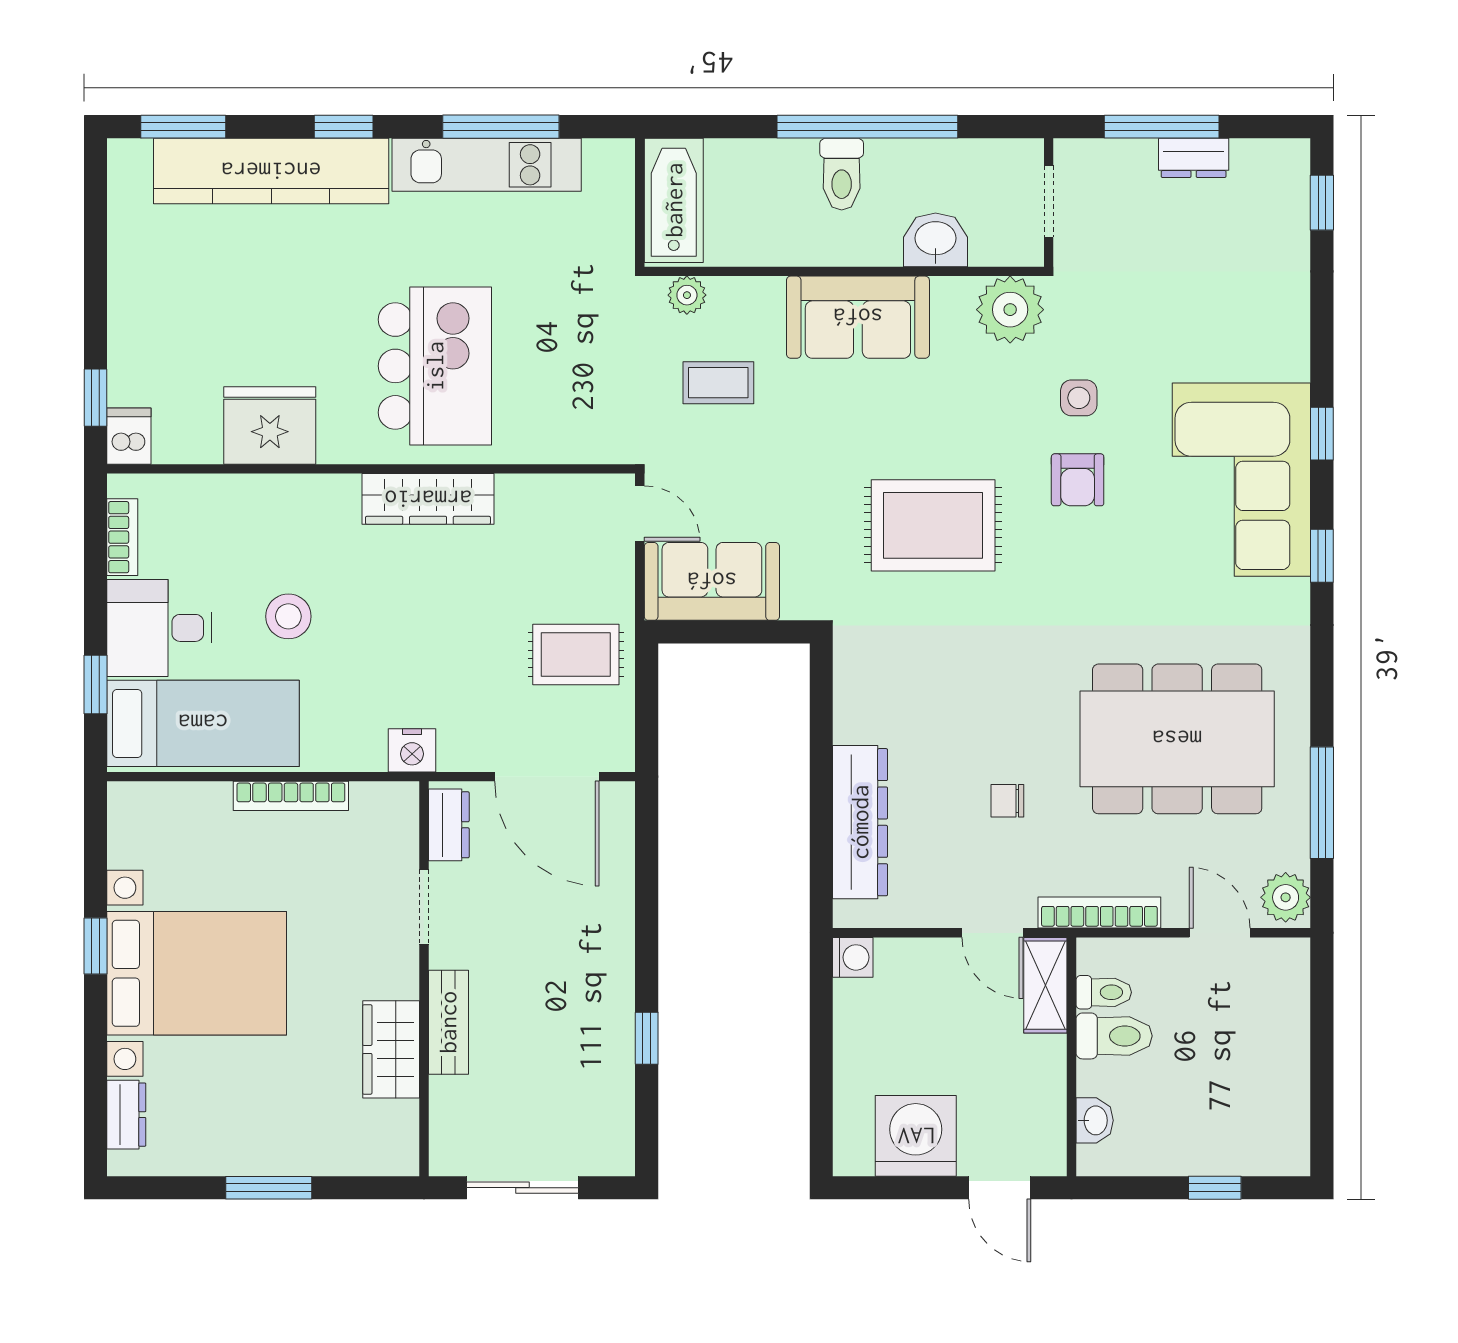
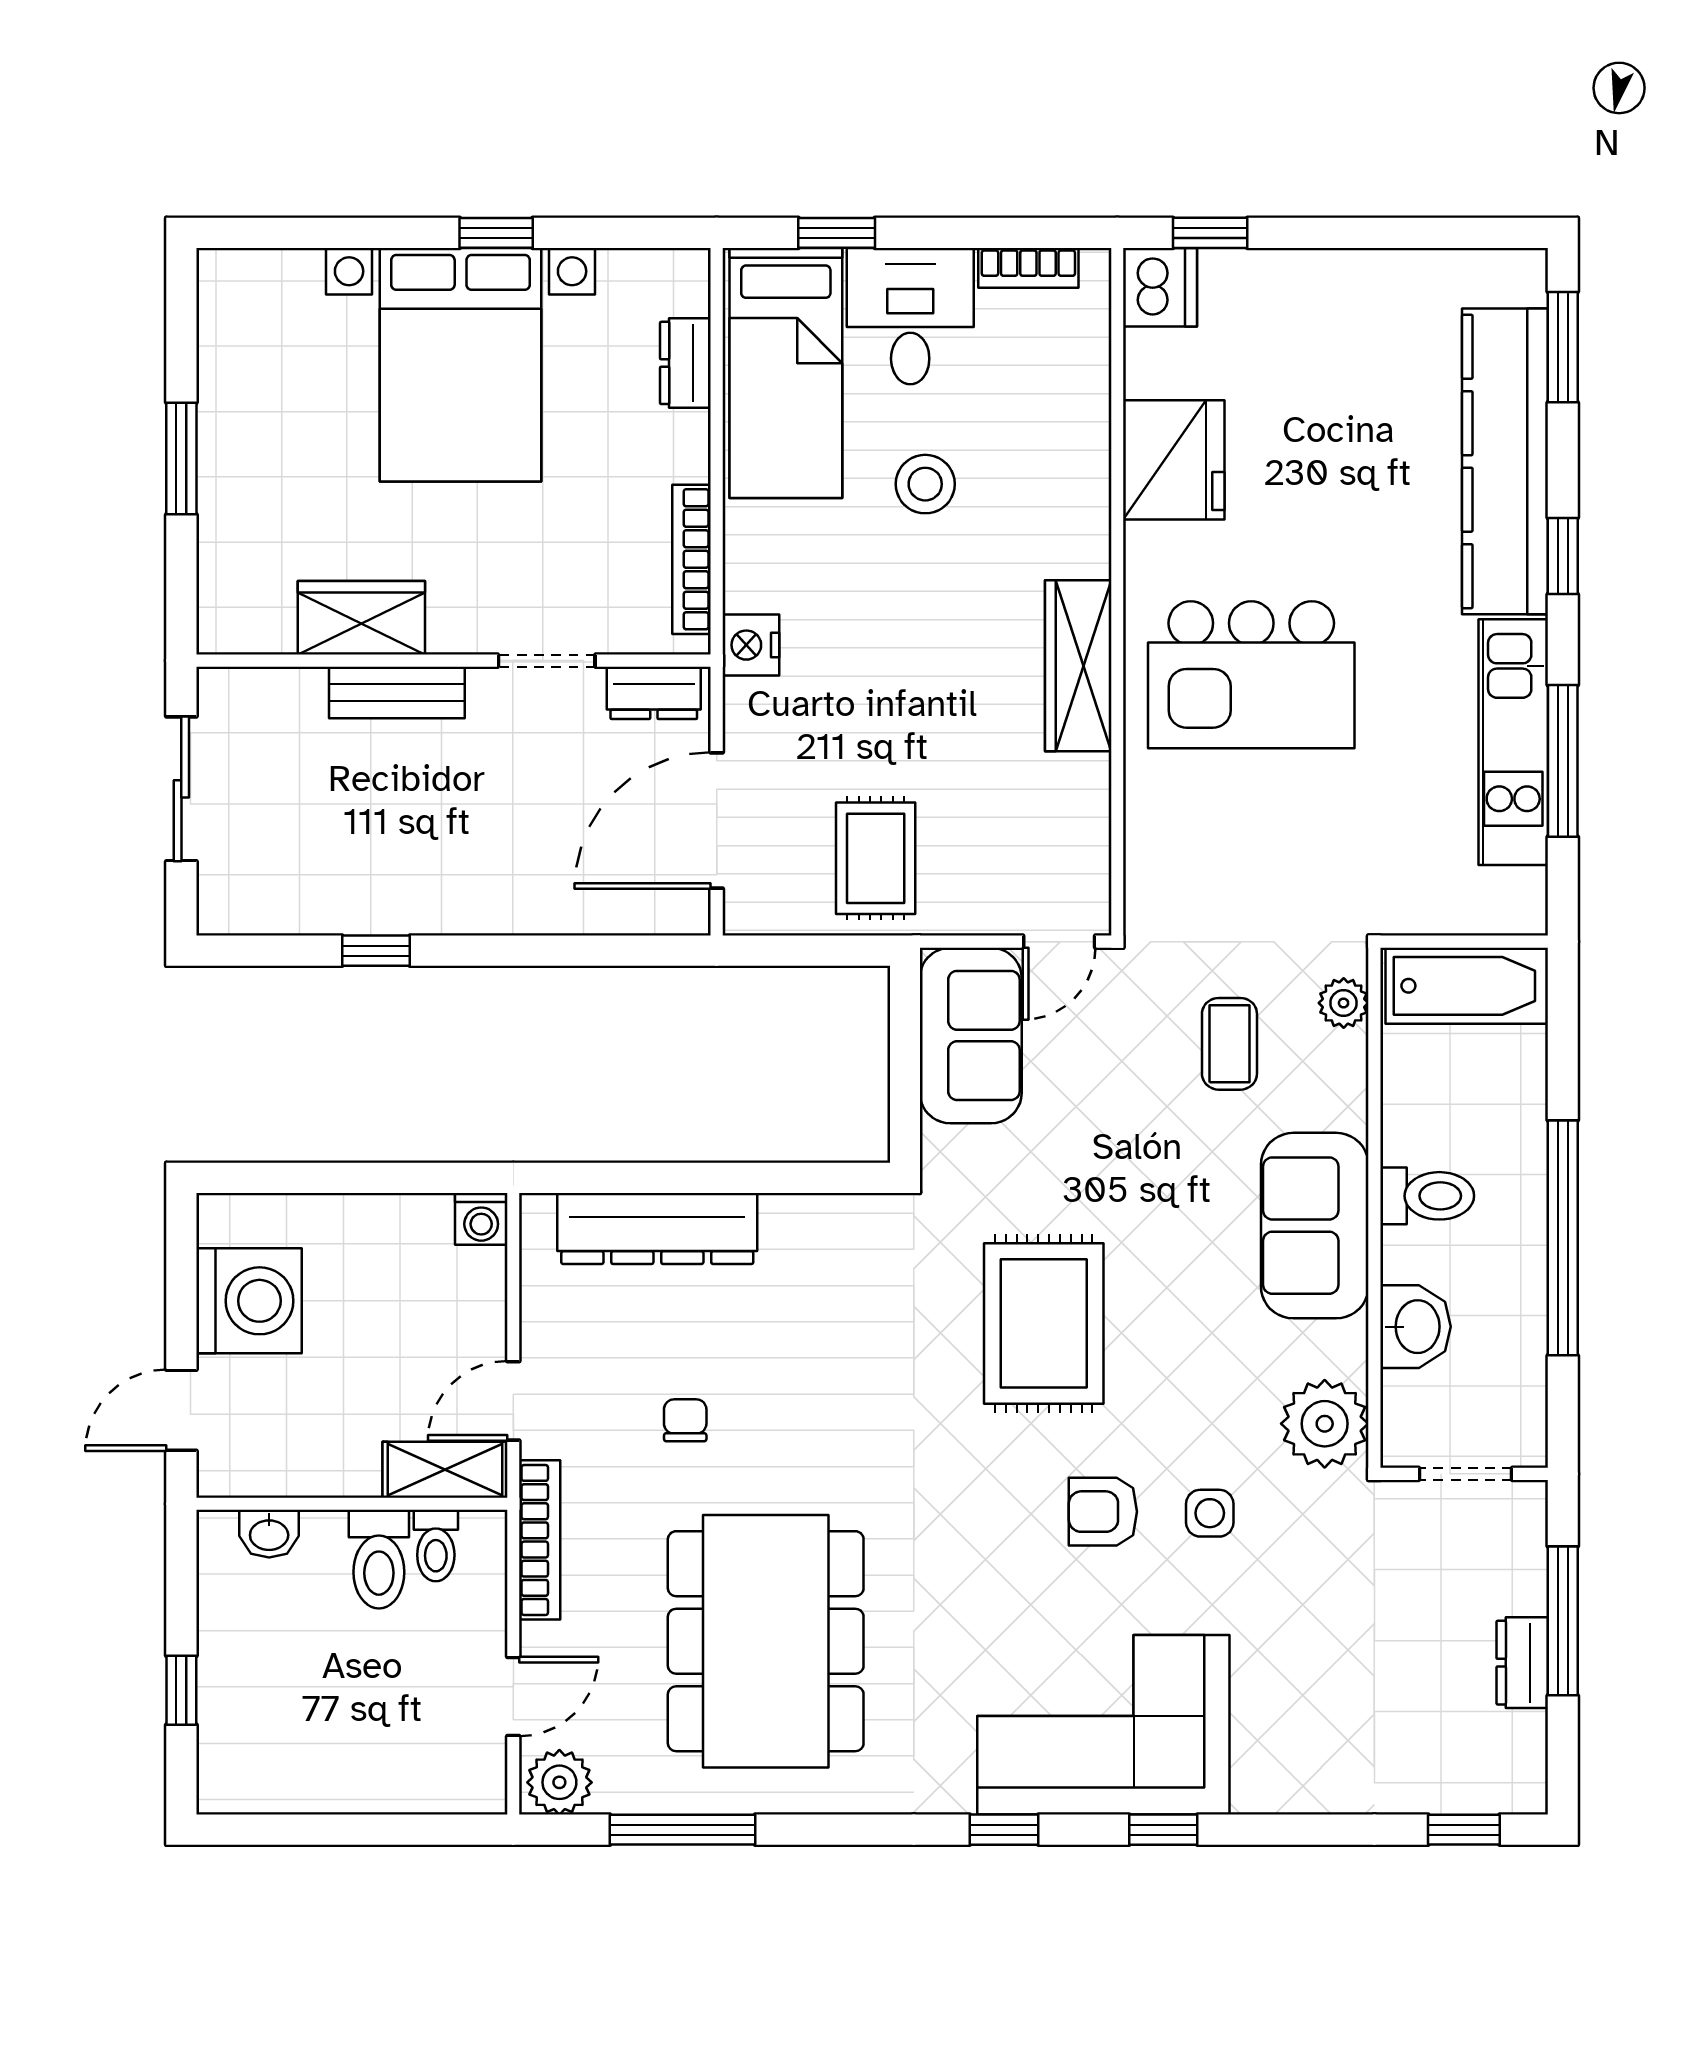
toilet: (842, 174) -> (1427, 1196), moved, turned 180
dishwasher: (129, 436) -> (1160, 287), width x1.38
bookcase: (291, 796) -> (691, 559), moved
dresser: (126, 1115) -> (685, 363), moved, turned 90

